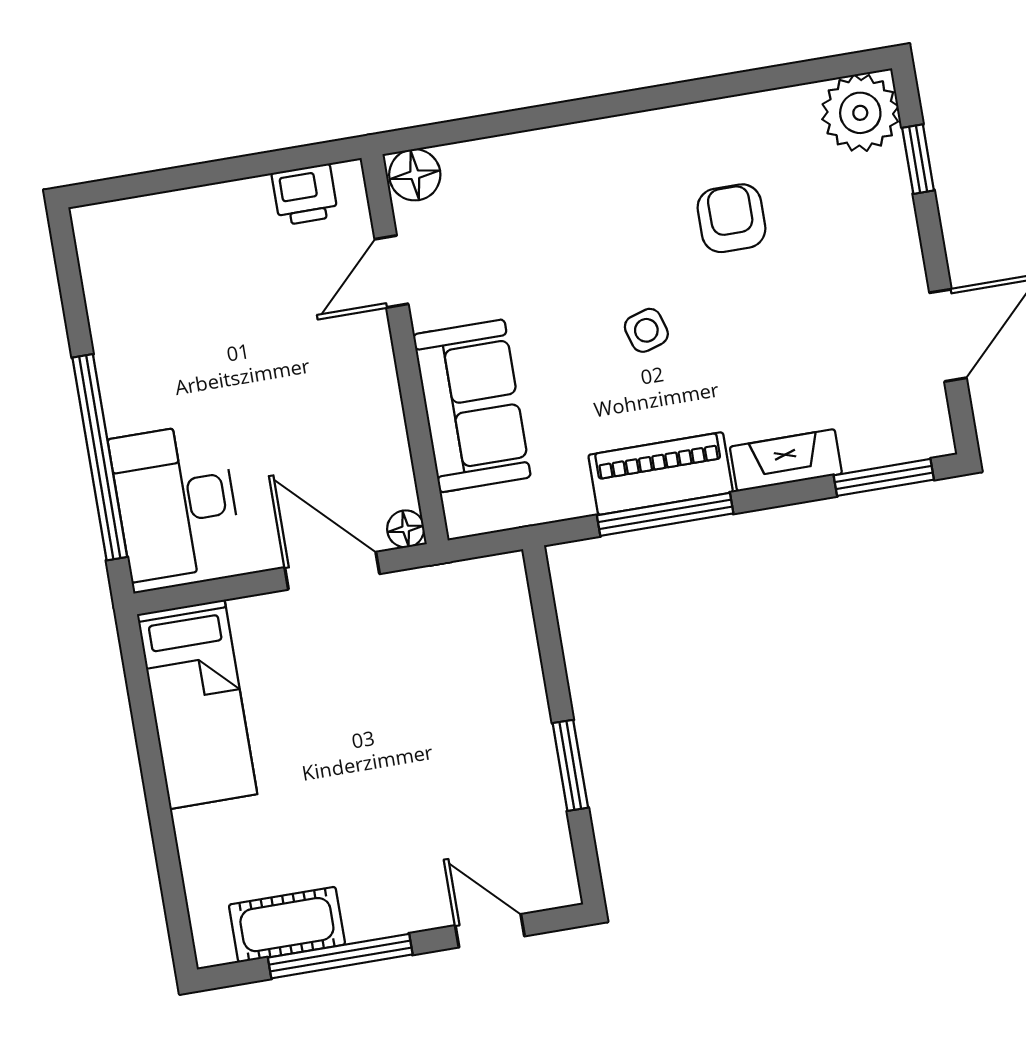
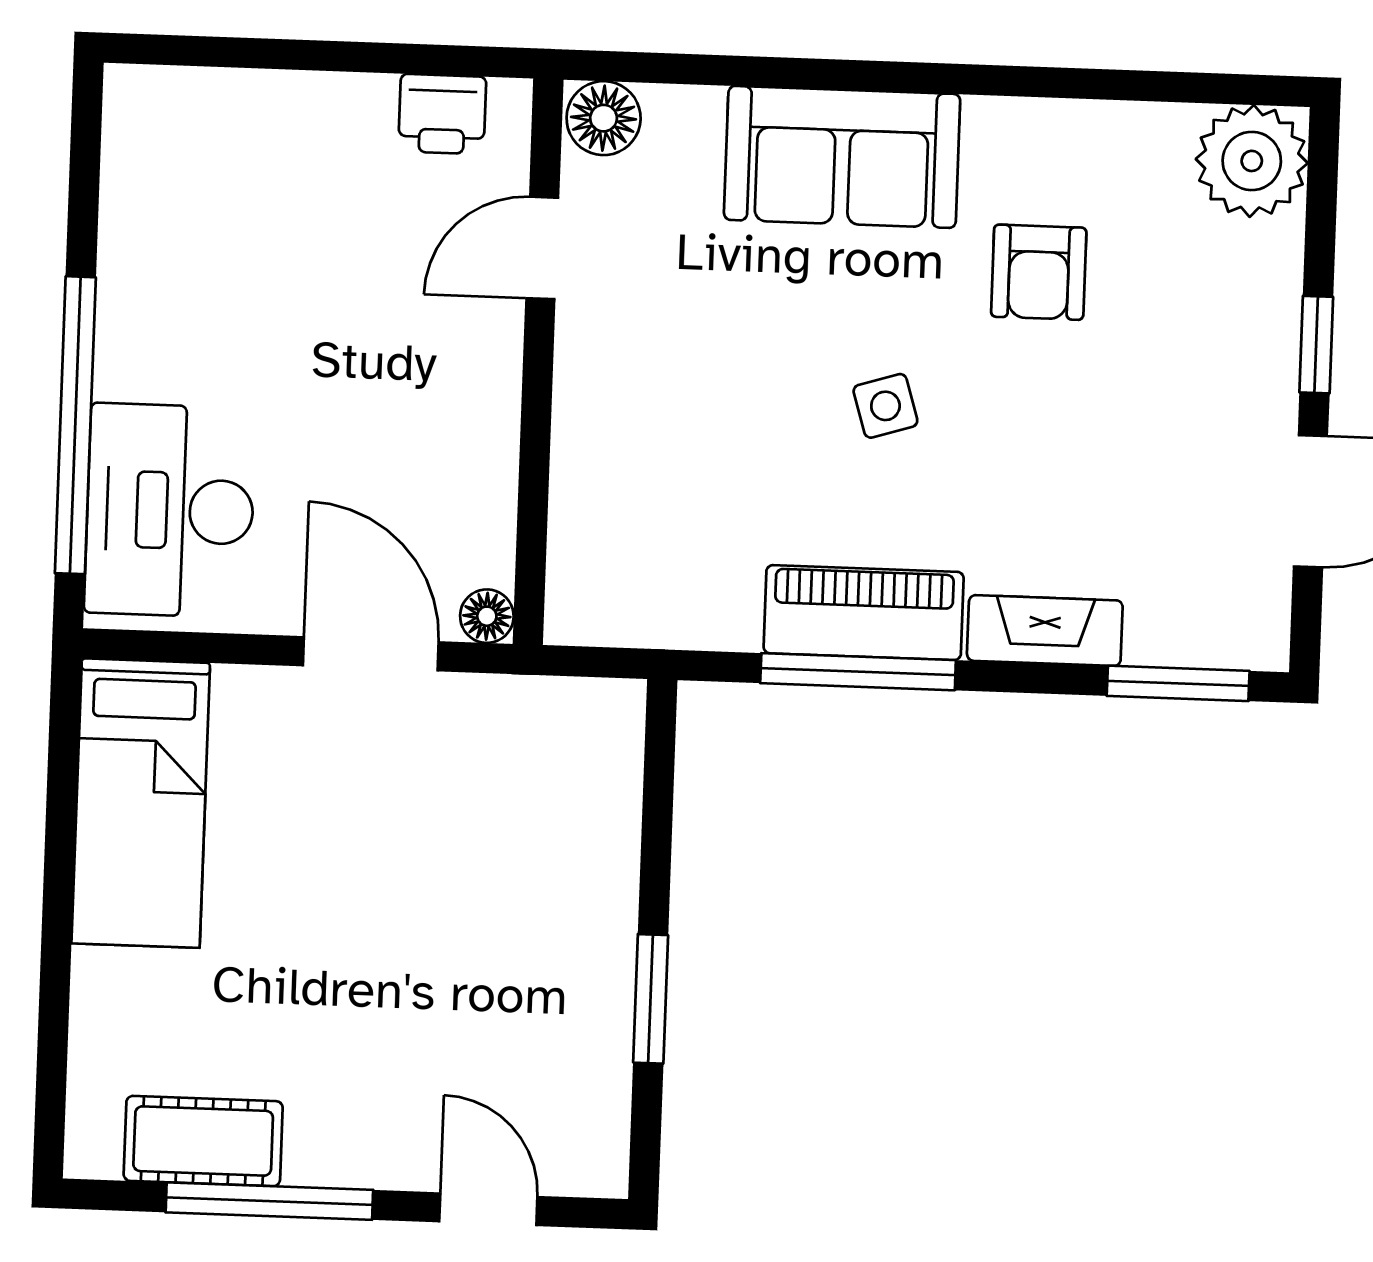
window: (918, 159) -> (1316, 345), moved
armchair: (731, 218) -> (1039, 272), turned 180
sofa: (472, 406) -> (842, 157), moved, turned 90

